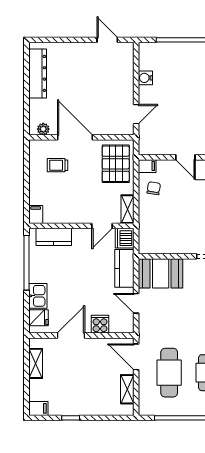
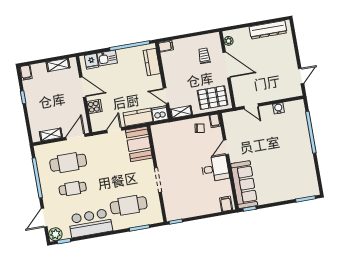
door: (75, 137) -> (226, 65), hinge flipped

